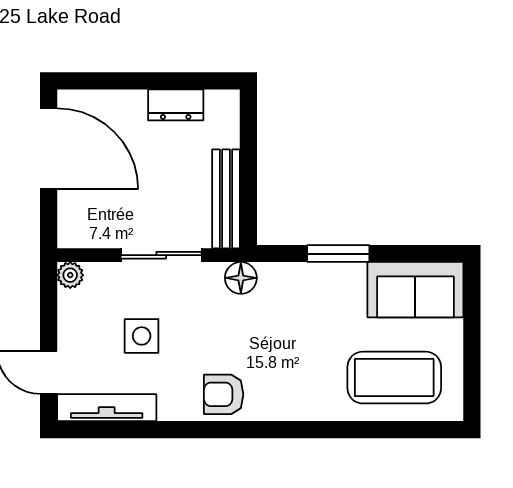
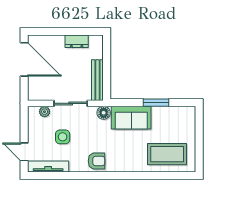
window: (338, 254) -> (156, 103), moved
plant: (70, 275) -> (45, 112), moved
sofa: (415, 290) -> (131, 118), moved
armchair: (224, 394) -> (96, 161), turned 180

